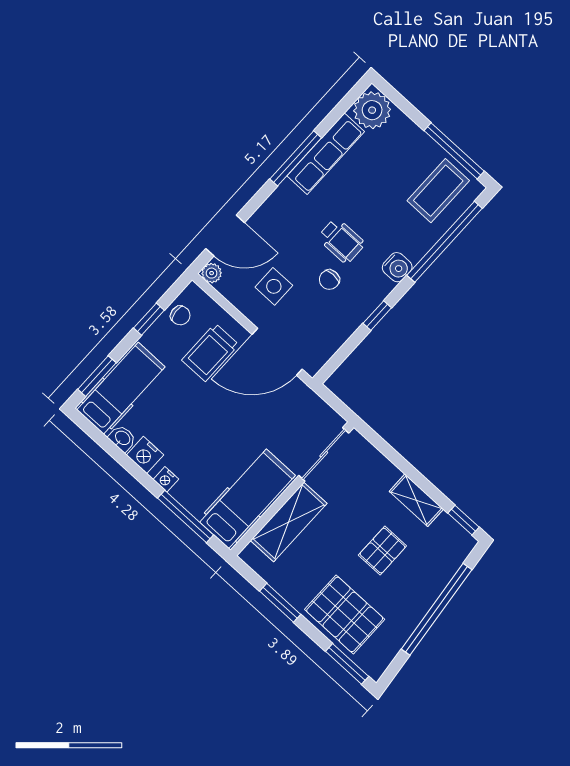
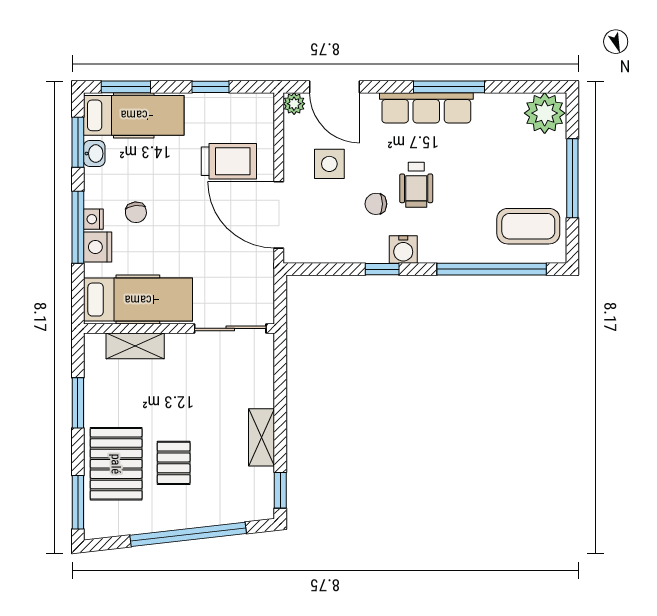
window: (454, 151) -> (572, 178), moved
row of seats: (326, 154) -> (426, 108), moved
water cooler: (397, 267) -> (403, 250), moved
chair: (180, 315) -> (136, 212), moved
trolley: (210, 352) -> (229, 161), turned 180
window: (105, 442) -> (78, 142), added
nightstand: (145, 455) -> (98, 247), moved
window: (186, 516) -> (78, 227), moved
shelving: (289, 522) -> (135, 346), width x0.67, depth x0.75
pallet: (382, 551) -> (174, 463), moved, turned 90

